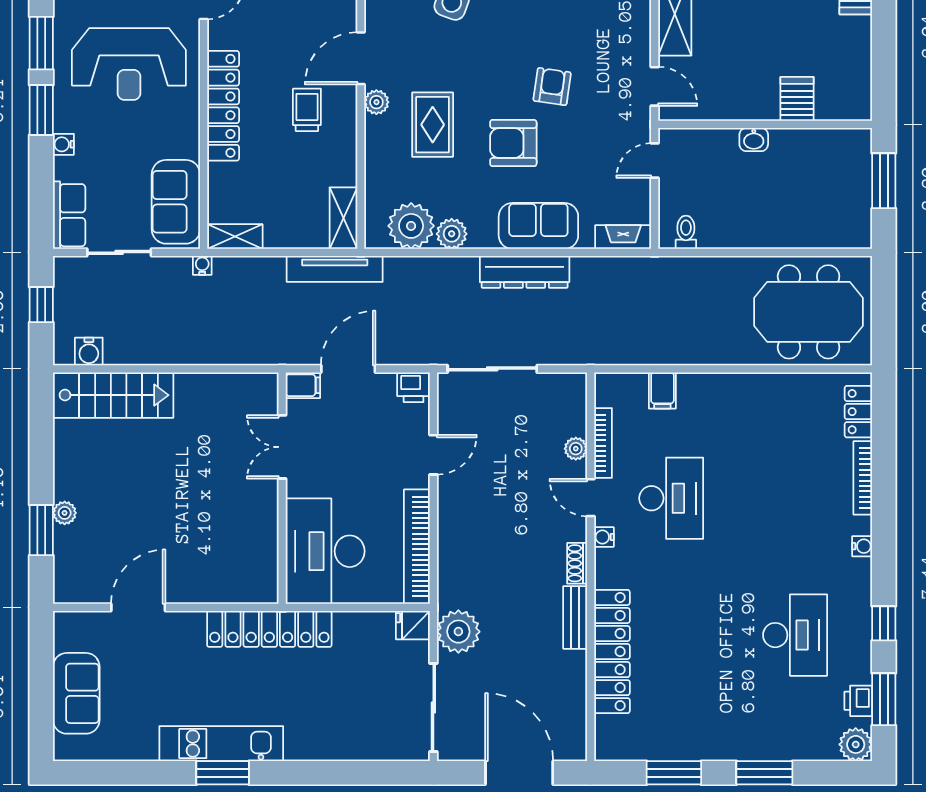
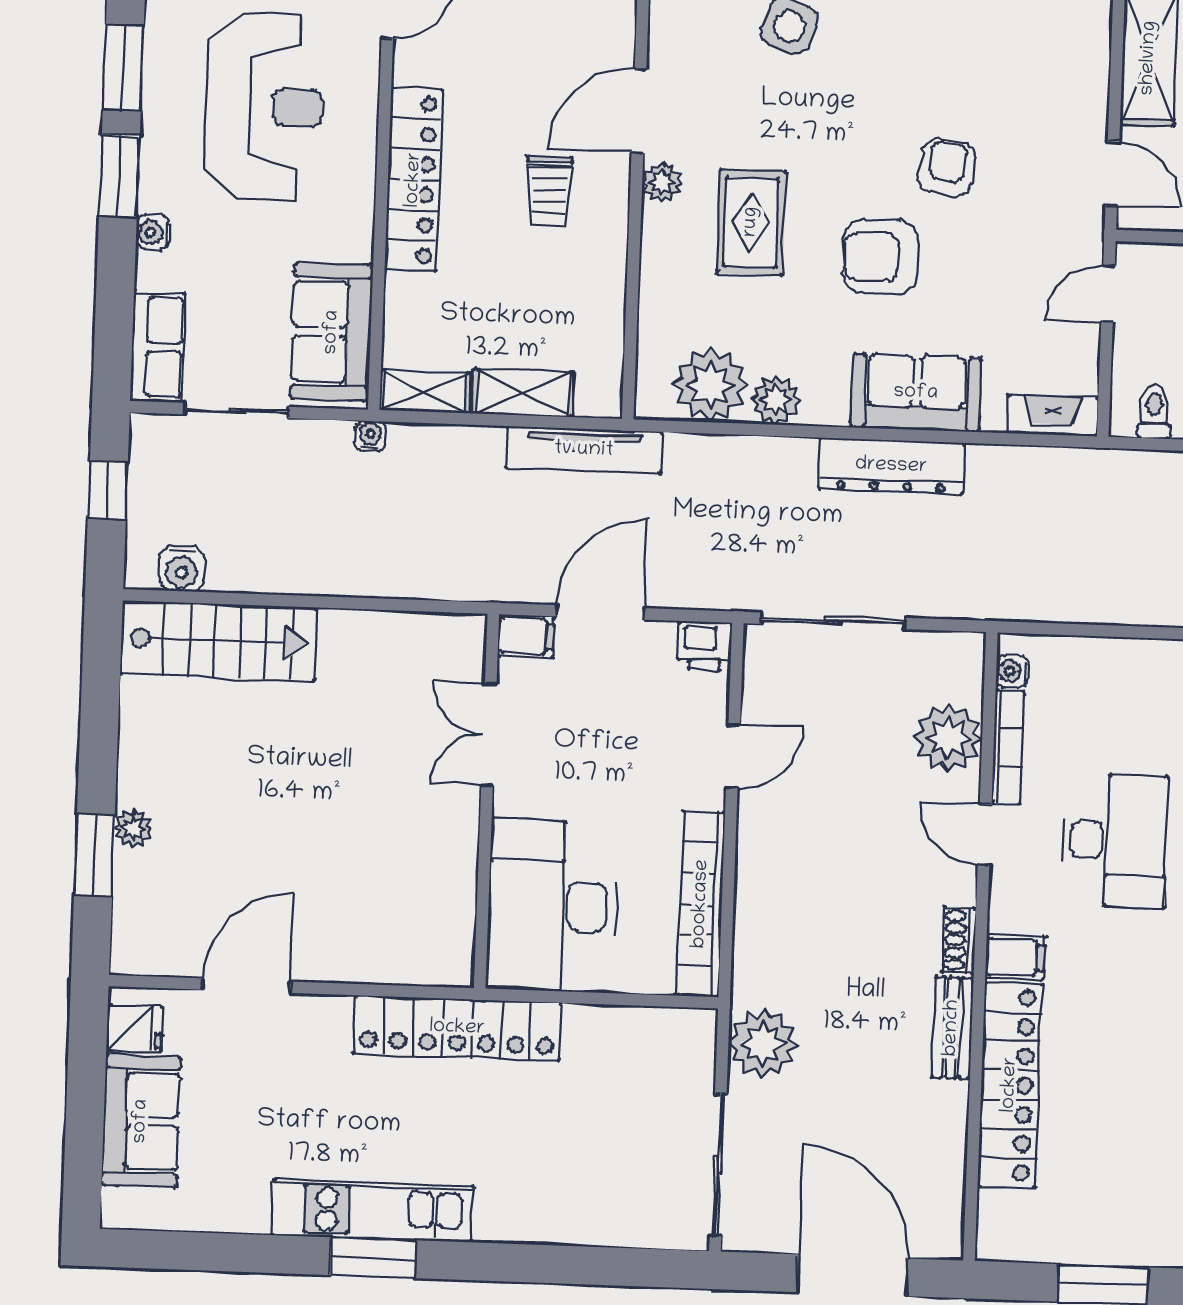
reception desk: (129, 64) -> (264, 107), turned -90
trolley: (307, 110) -> (549, 191), turned 180
shelving: (343, 218) -> (523, 393), moved, turned 90
filing cabinet: (662, 390) -> (1015, 957), moved, turned -90
plant: (576, 449) -> (948, 738), width x1.88, depth x1.88
water cooler: (604, 537) -> (1012, 671), moved
fridge: (413, 625) -> (135, 1028), moved, turned 180

